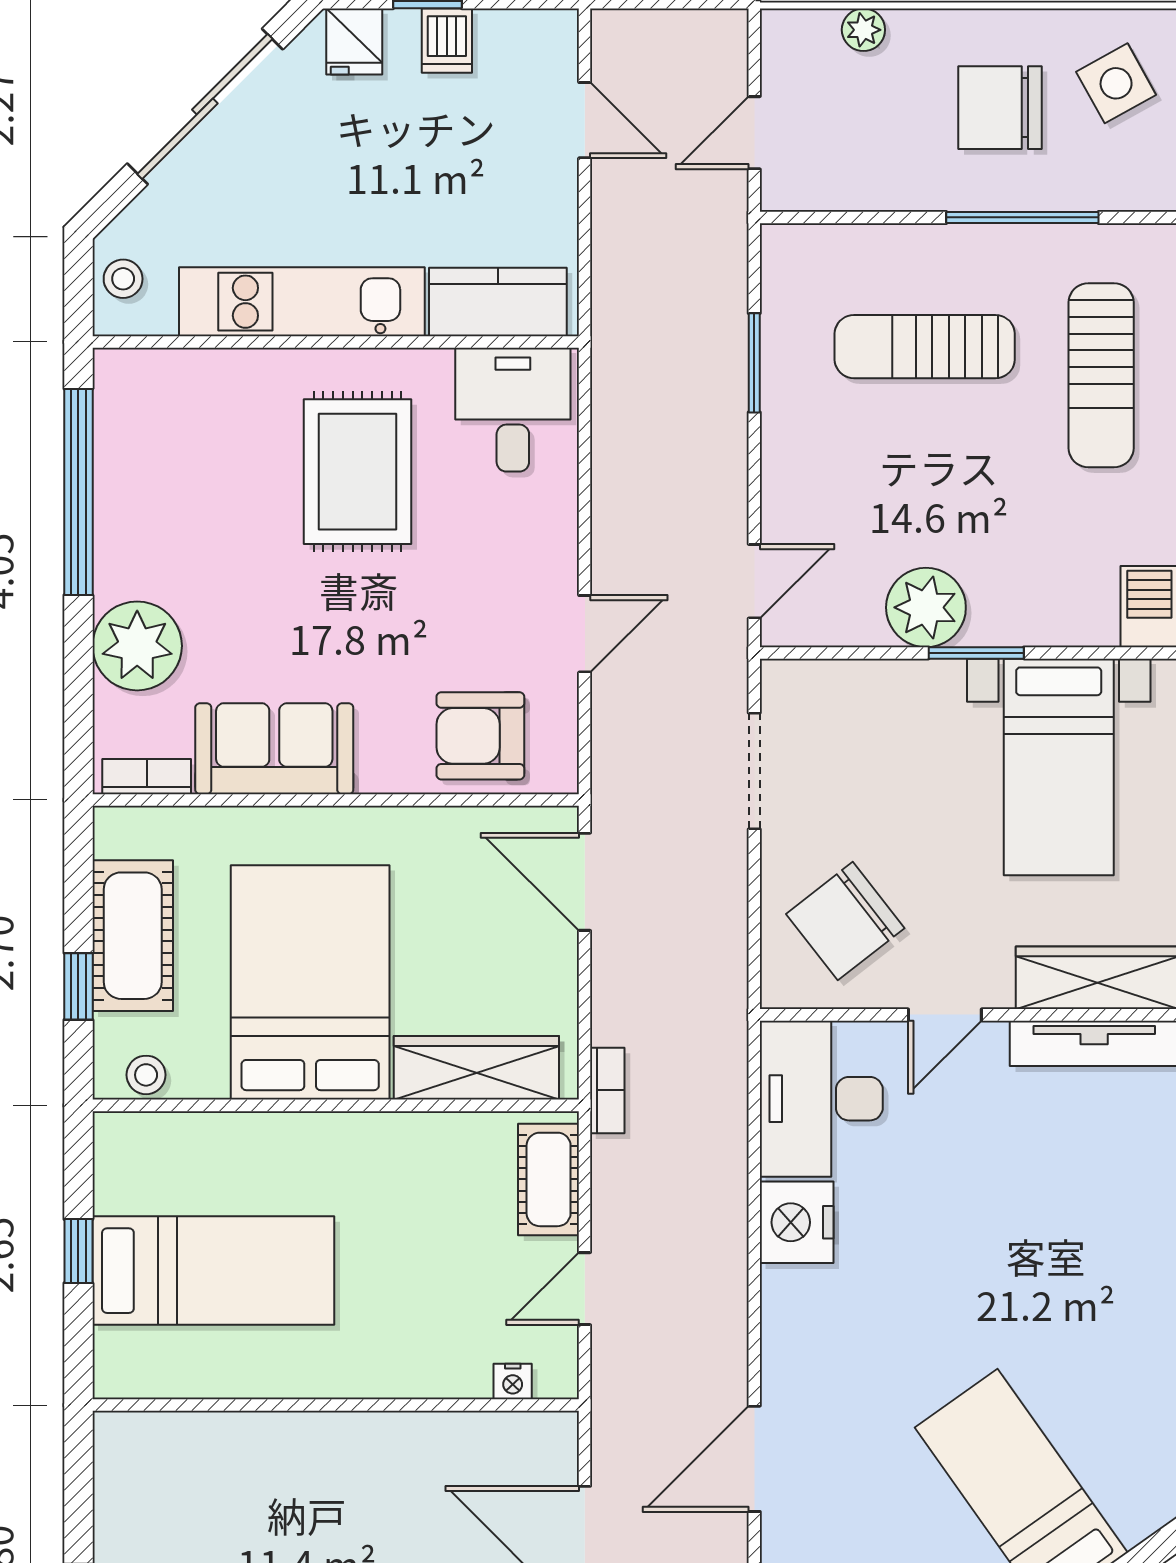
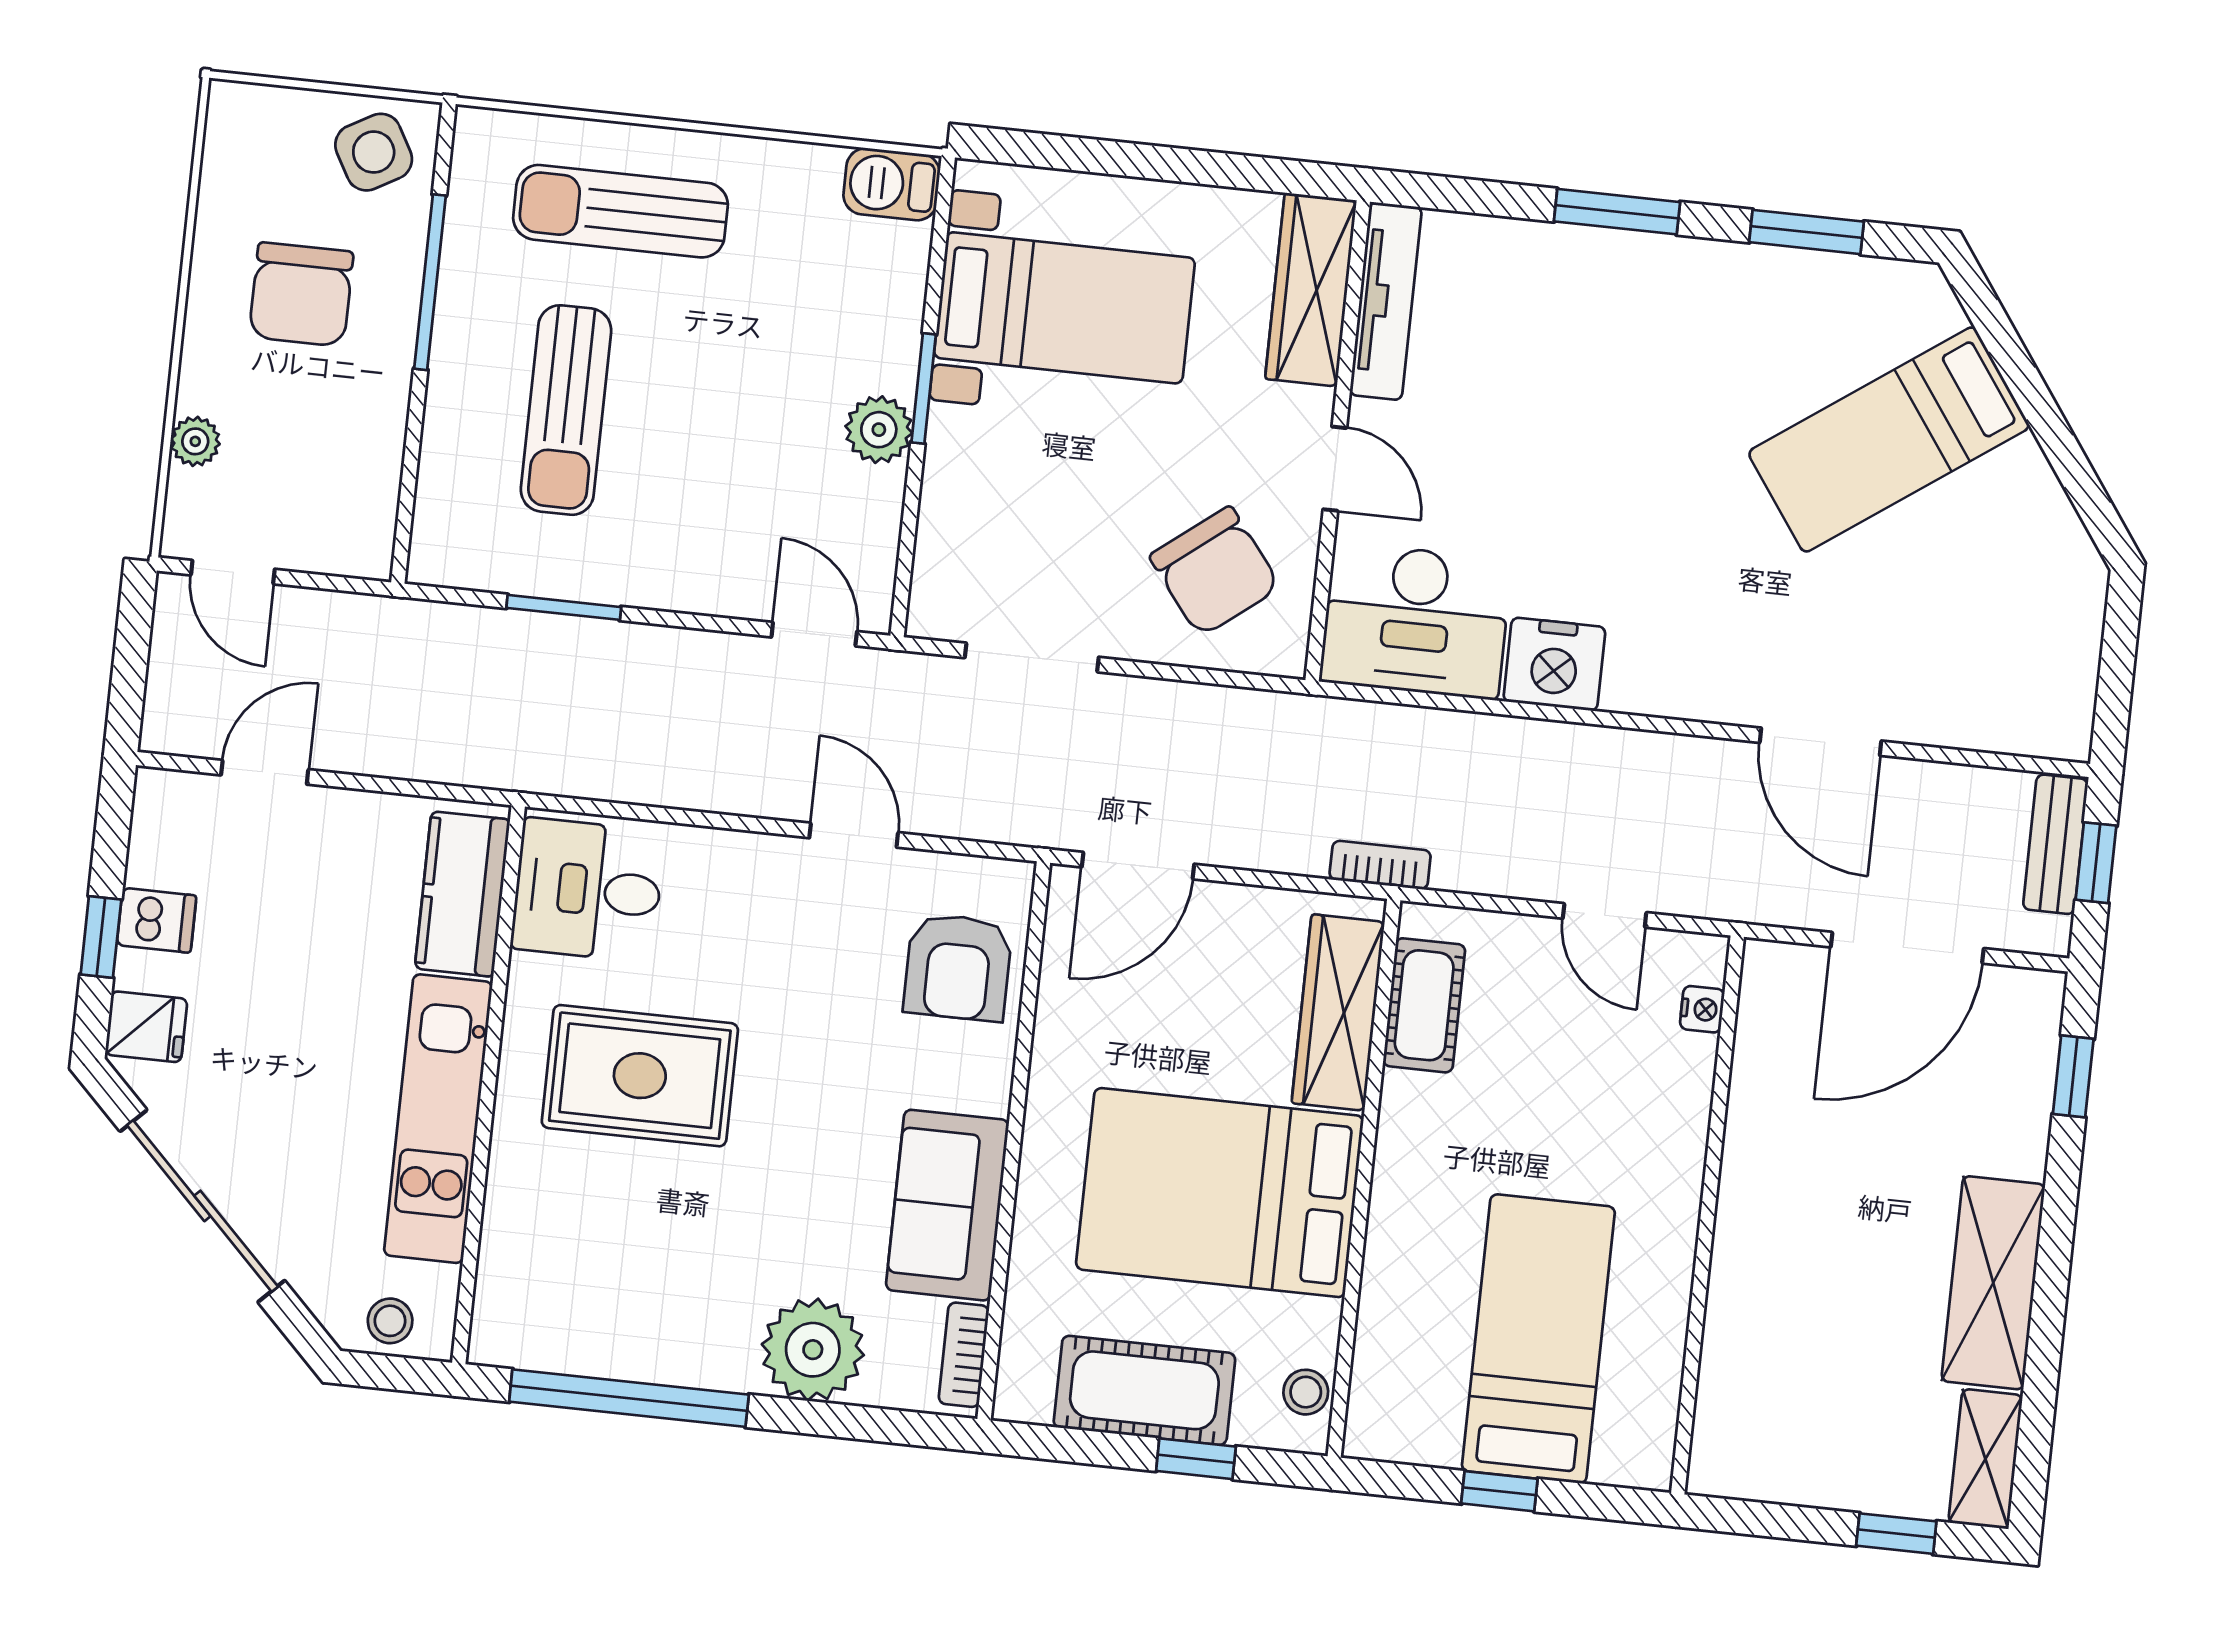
side table: (1116, 83) -> (374, 152), moved
door: (754, 133) -> (233, 572), moved
sun lounger: (1101, 375) -> (620, 211), turned 180
plant: (926, 607) -> (879, 430), width x0.73, depth x0.73
cot: (549, 1179) -> (1424, 1005), moved, turned 90

